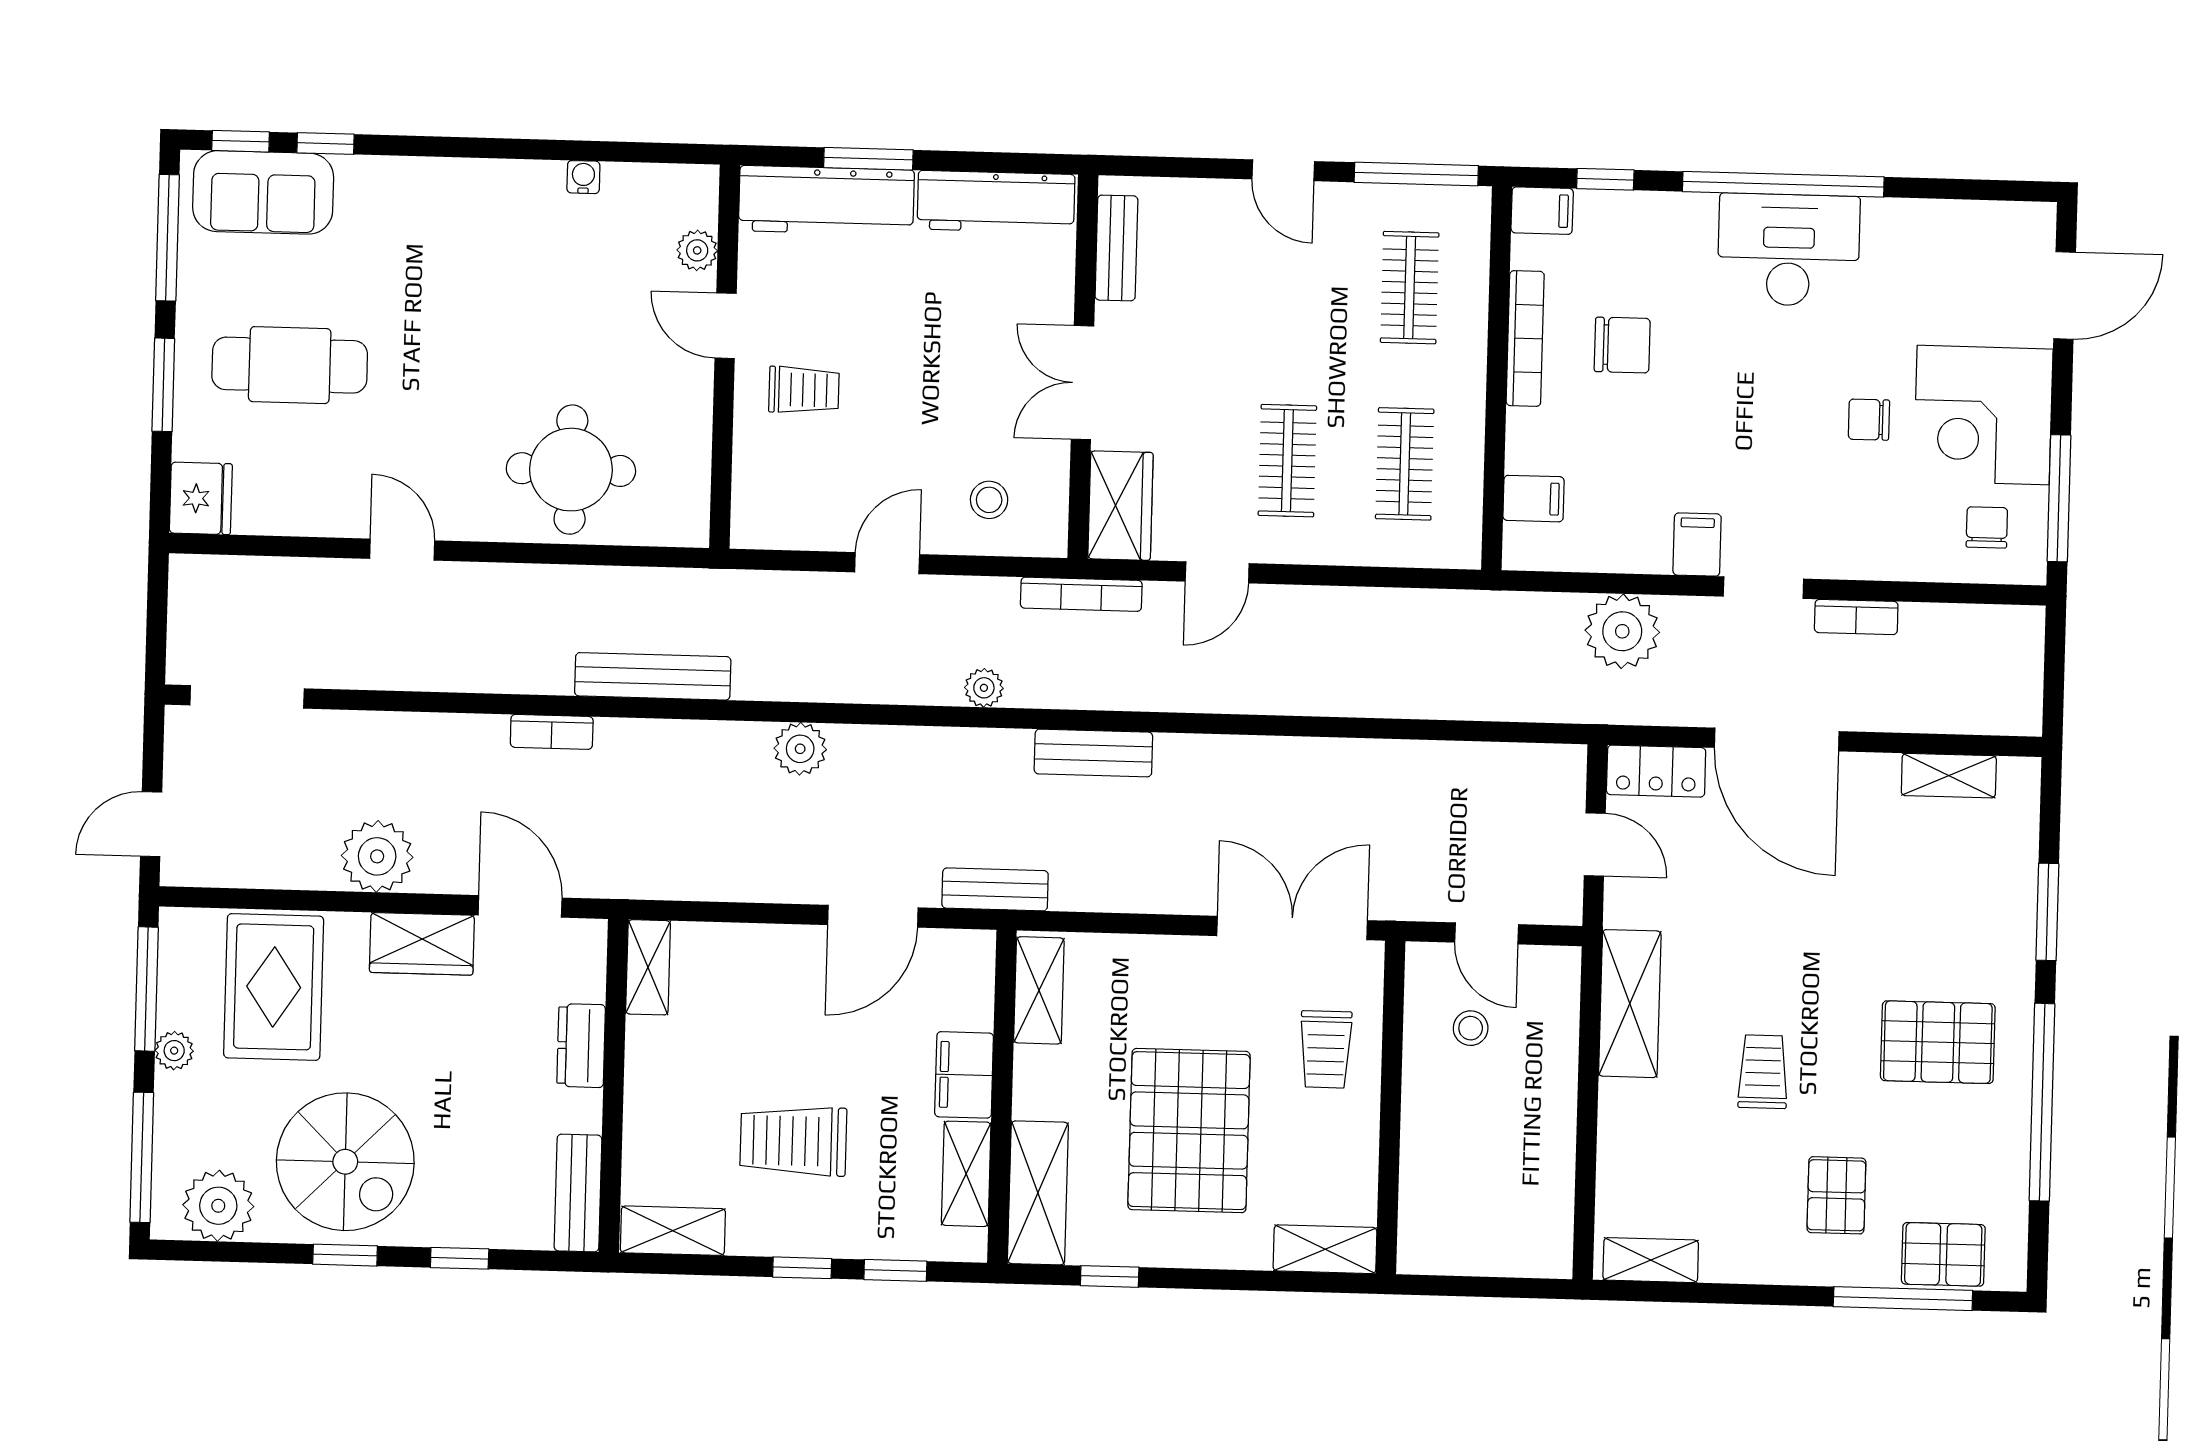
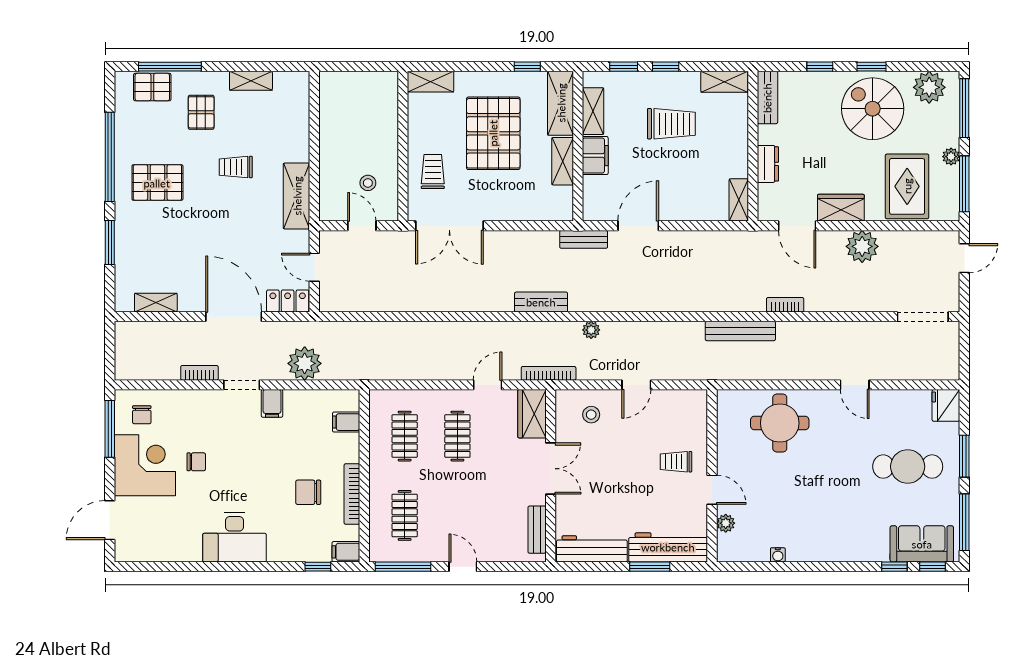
window: (1783, 184) -> (238, 567), removed
plant: (800, 749) -> (673, 300), removed
shelving: (1039, 990) -> (563, 161), moved
trolley: (1763, 1072) -> (236, 167), turned 90
shelving: (1651, 1260) -> (251, 81), moved

